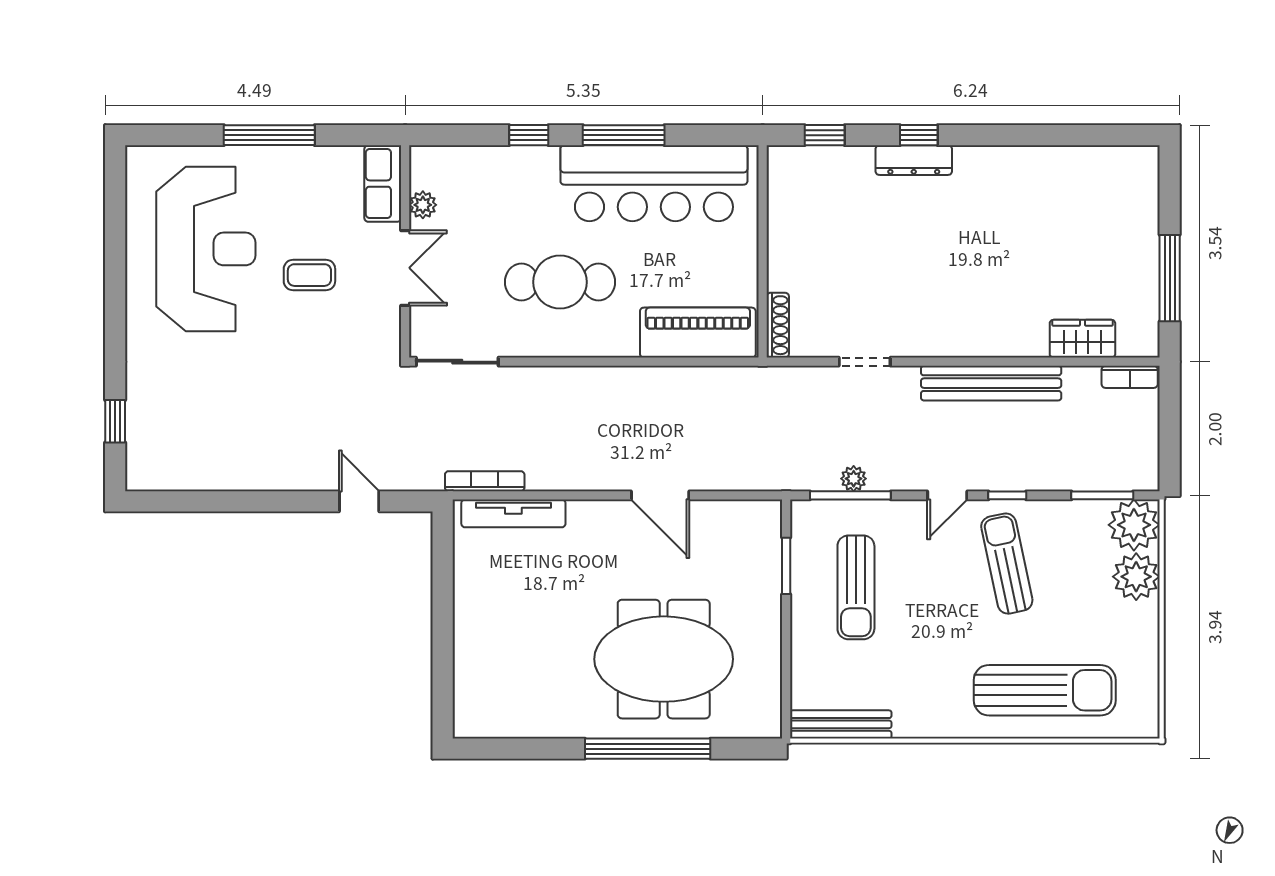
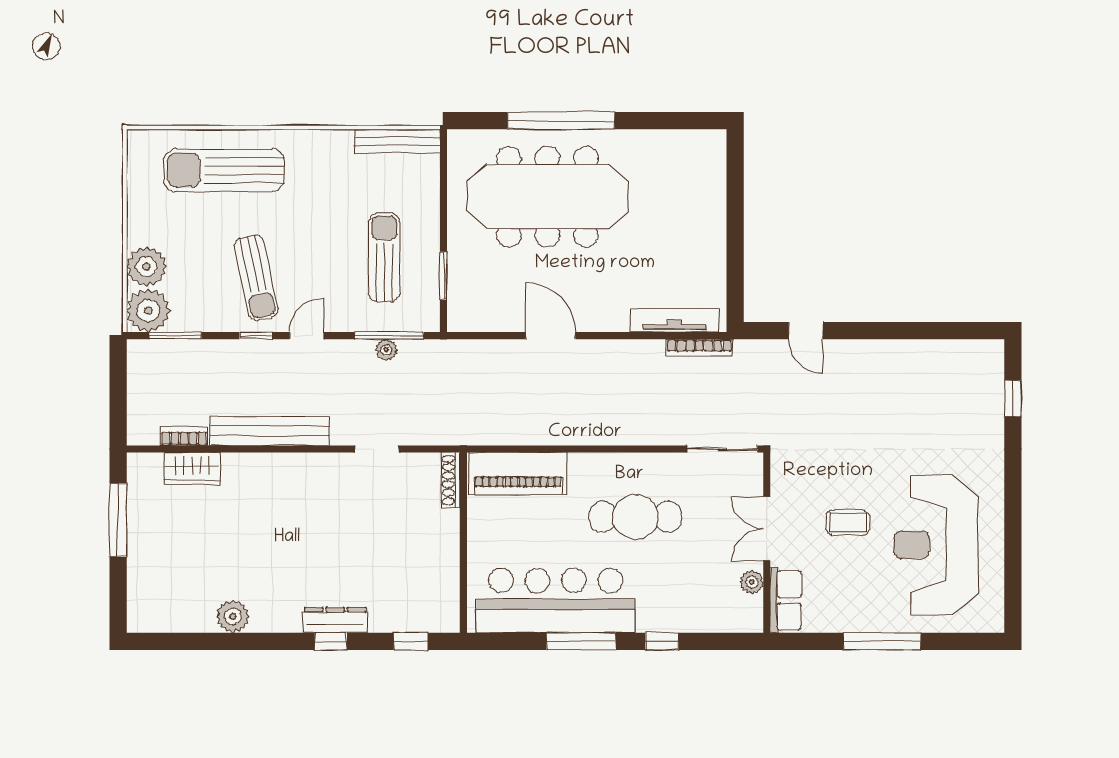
plant: (1034, 164) -> (233, 616), added
bookcase: (1130, 377) -> (184, 436), moved
meeting table: (664, 659) -> (547, 197), width x1.36

